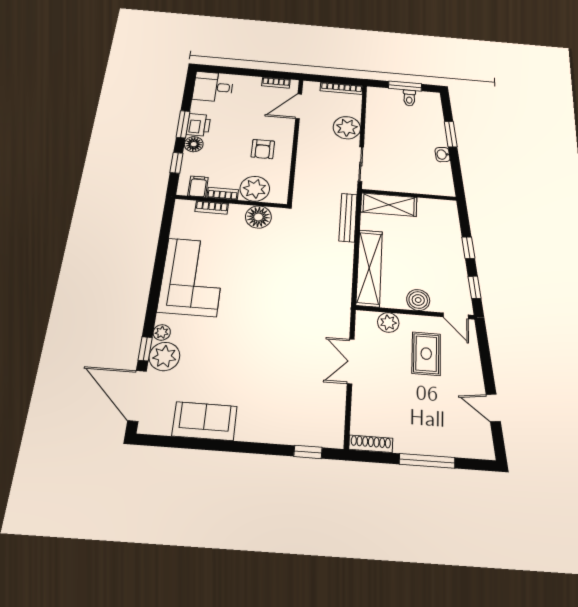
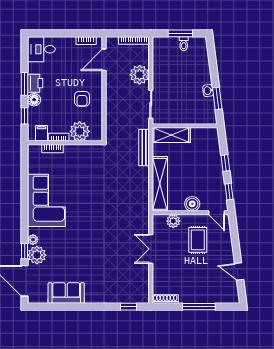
window: (451, 134) -> (217, 98), moved
floor lamp: (258, 217) -> (84, 153), removed

